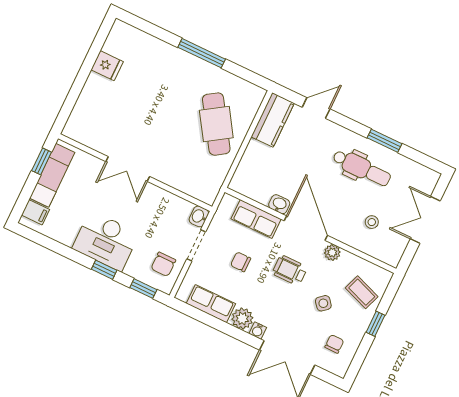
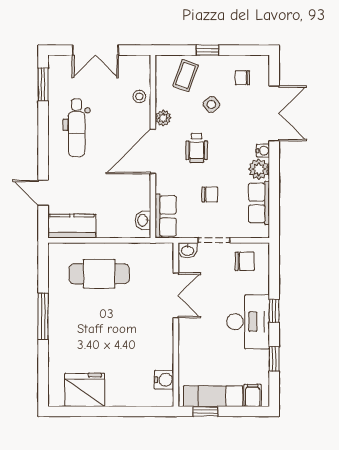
fridge: (107, 66) -> (85, 390), width x1.88, depth x1.34
cafe table: (216, 124) -> (99, 274), turned 33
water cooler: (89, 137) -> (164, 380), added
window: (384, 141) -> (43, 84), moved
dental chair: (362, 168) -> (77, 128), turned 180
double door: (128, 169) -> (176, 295), moved
washbasin: (279, 204) -> (143, 220), moved
row of seats: (256, 219) -> (166, 216), moved
stool: (372, 222) -> (139, 97), moved
chair: (241, 262) -> (210, 194), turned -90
window: (143, 289) -> (274, 359), moved

